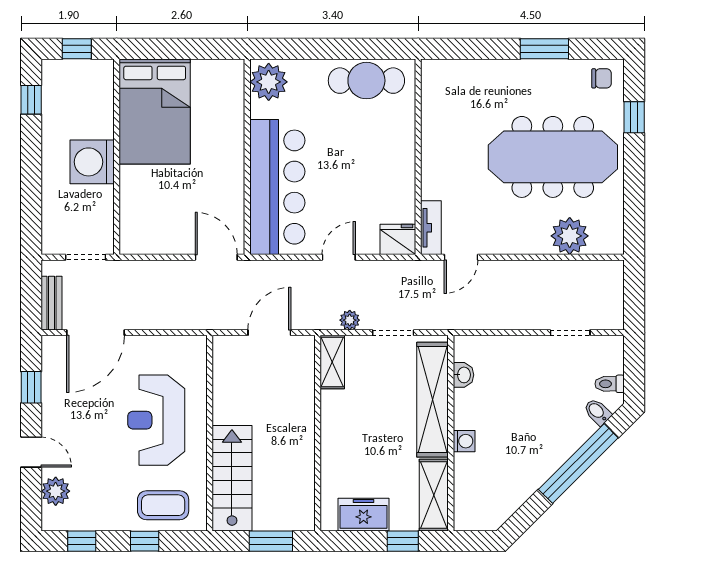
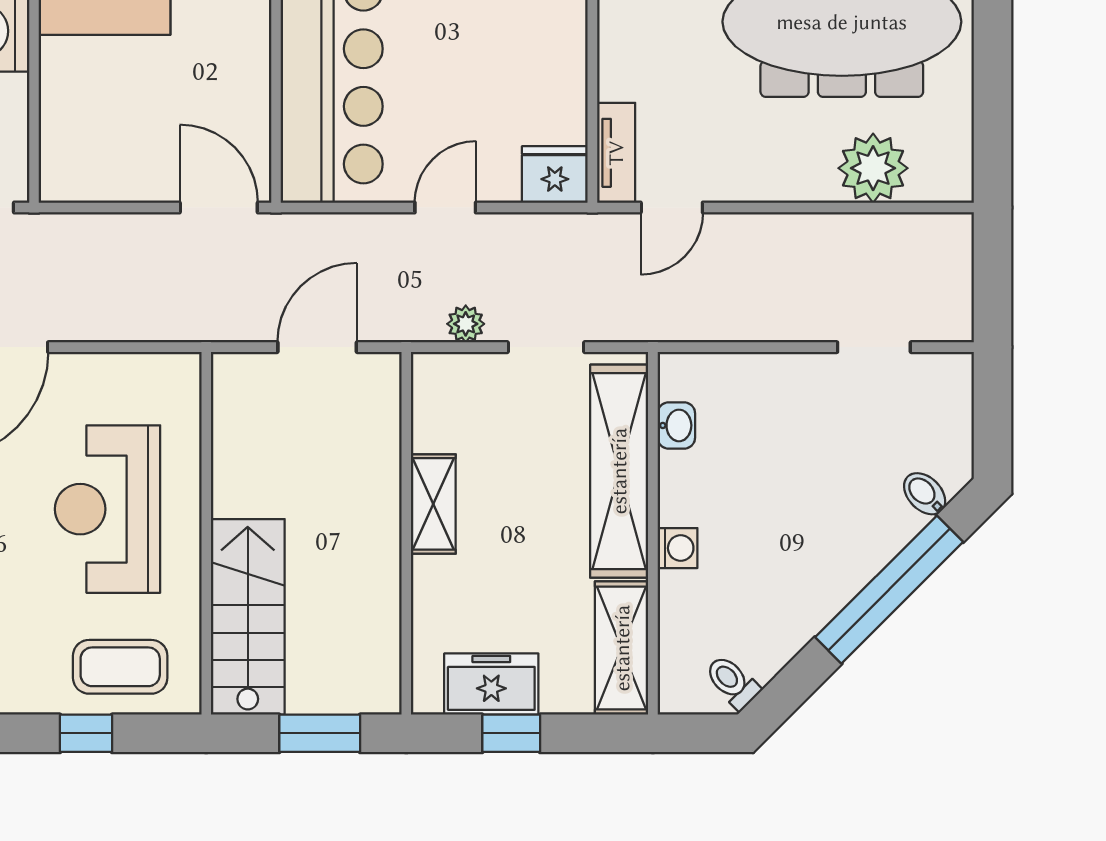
shelving: (332, 362) -> (433, 504), moved
toilet: (610, 384) -> (732, 682), moved, turned 45
window: (403, 541) -> (511, 733), moved

